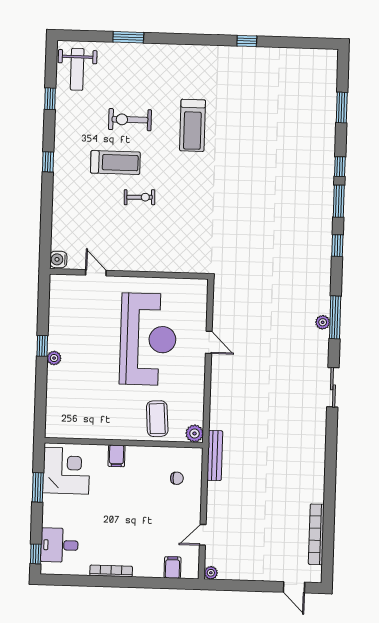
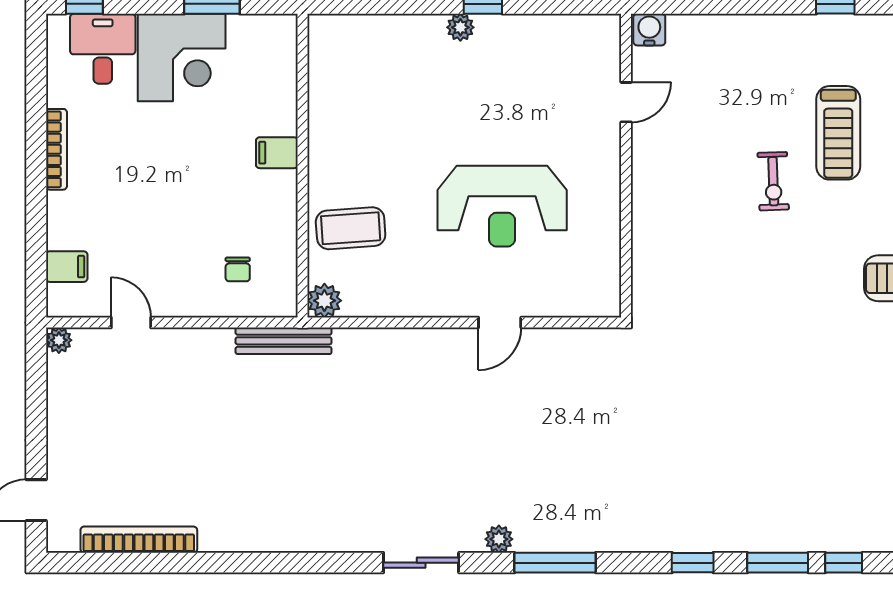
plant: (323, 322) -> (499, 539), moved
reception desk: (148, 339) -> (502, 206), width x0.74, depth x0.77
corner desk: (66, 471) -> (182, 57), moved

